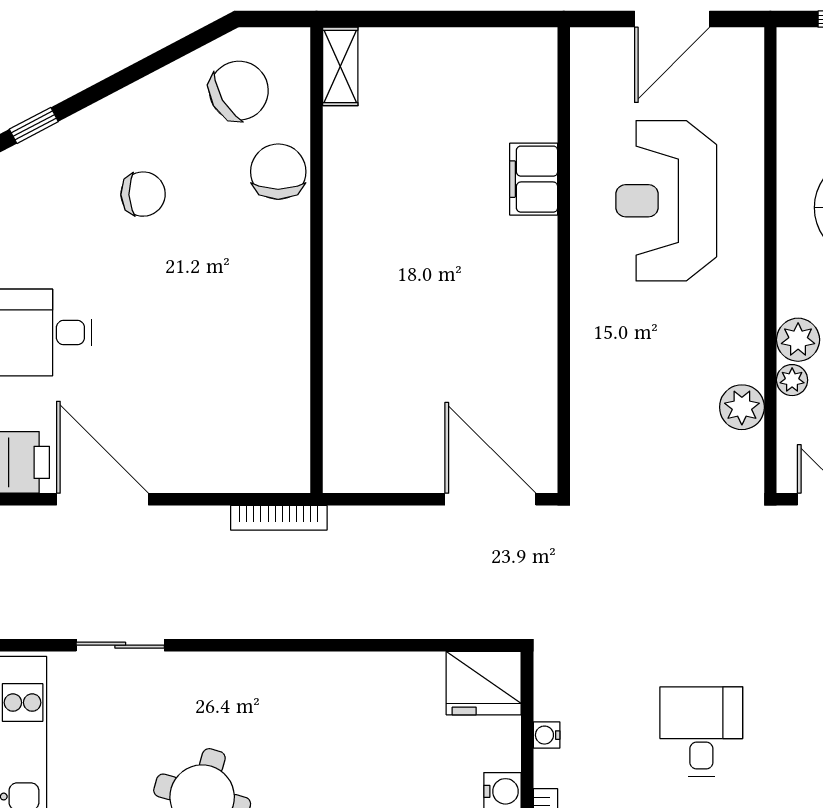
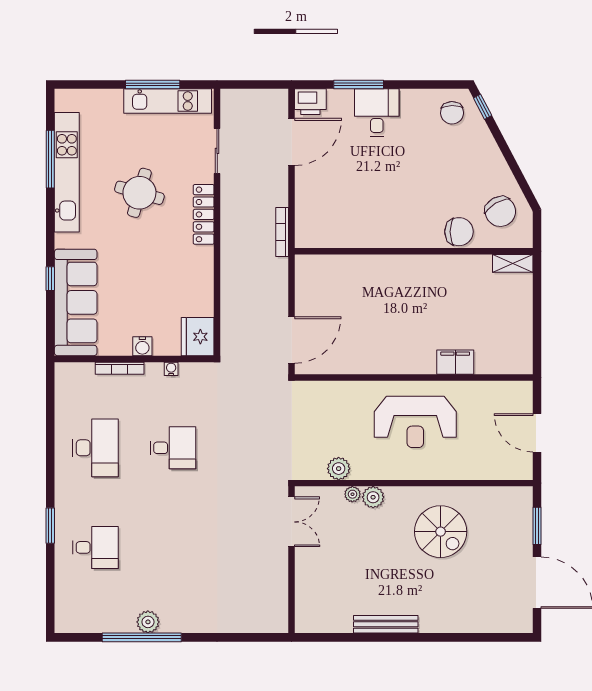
chair: (143, 194) -> (452, 113), moved
reception desk: (666, 201) -> (415, 422), moved, turned 180
locker: (244, 671) -> (204, 214), added

